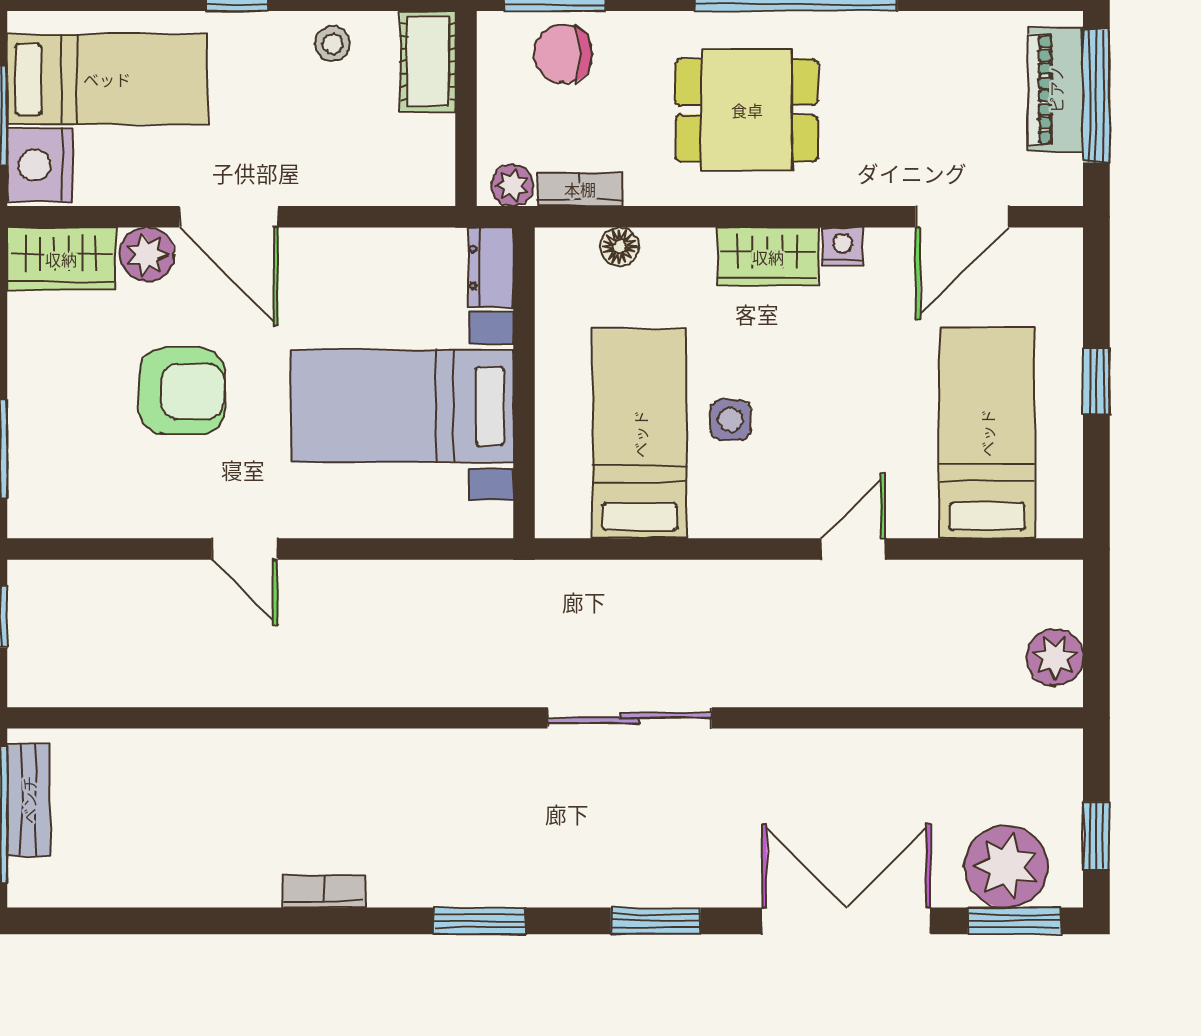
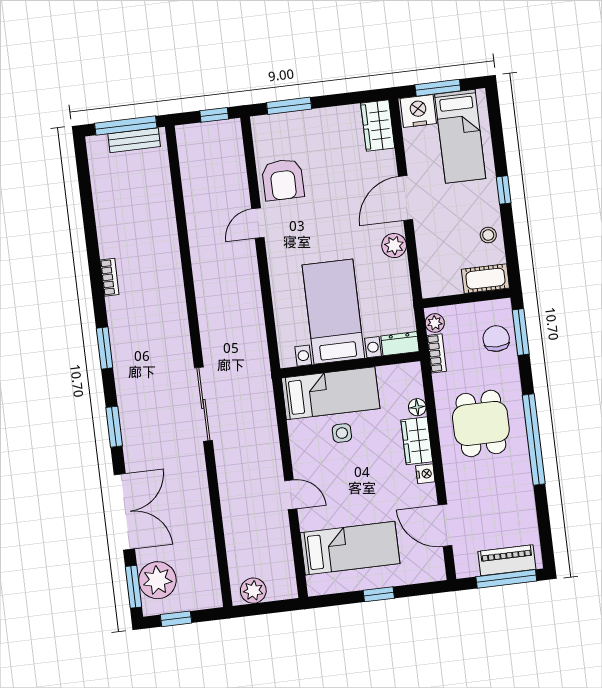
floor lamp: (619, 247) -> (417, 407), moved
plant: (147, 254) -> (394, 246), moved
dresser: (491, 268) -> (400, 344), moved
wall: (524, 383) -> (350, 365), moved
armchair: (182, 391) -> (283, 180), moved
bed with nightstands: (402, 406) -> (333, 312), moved

